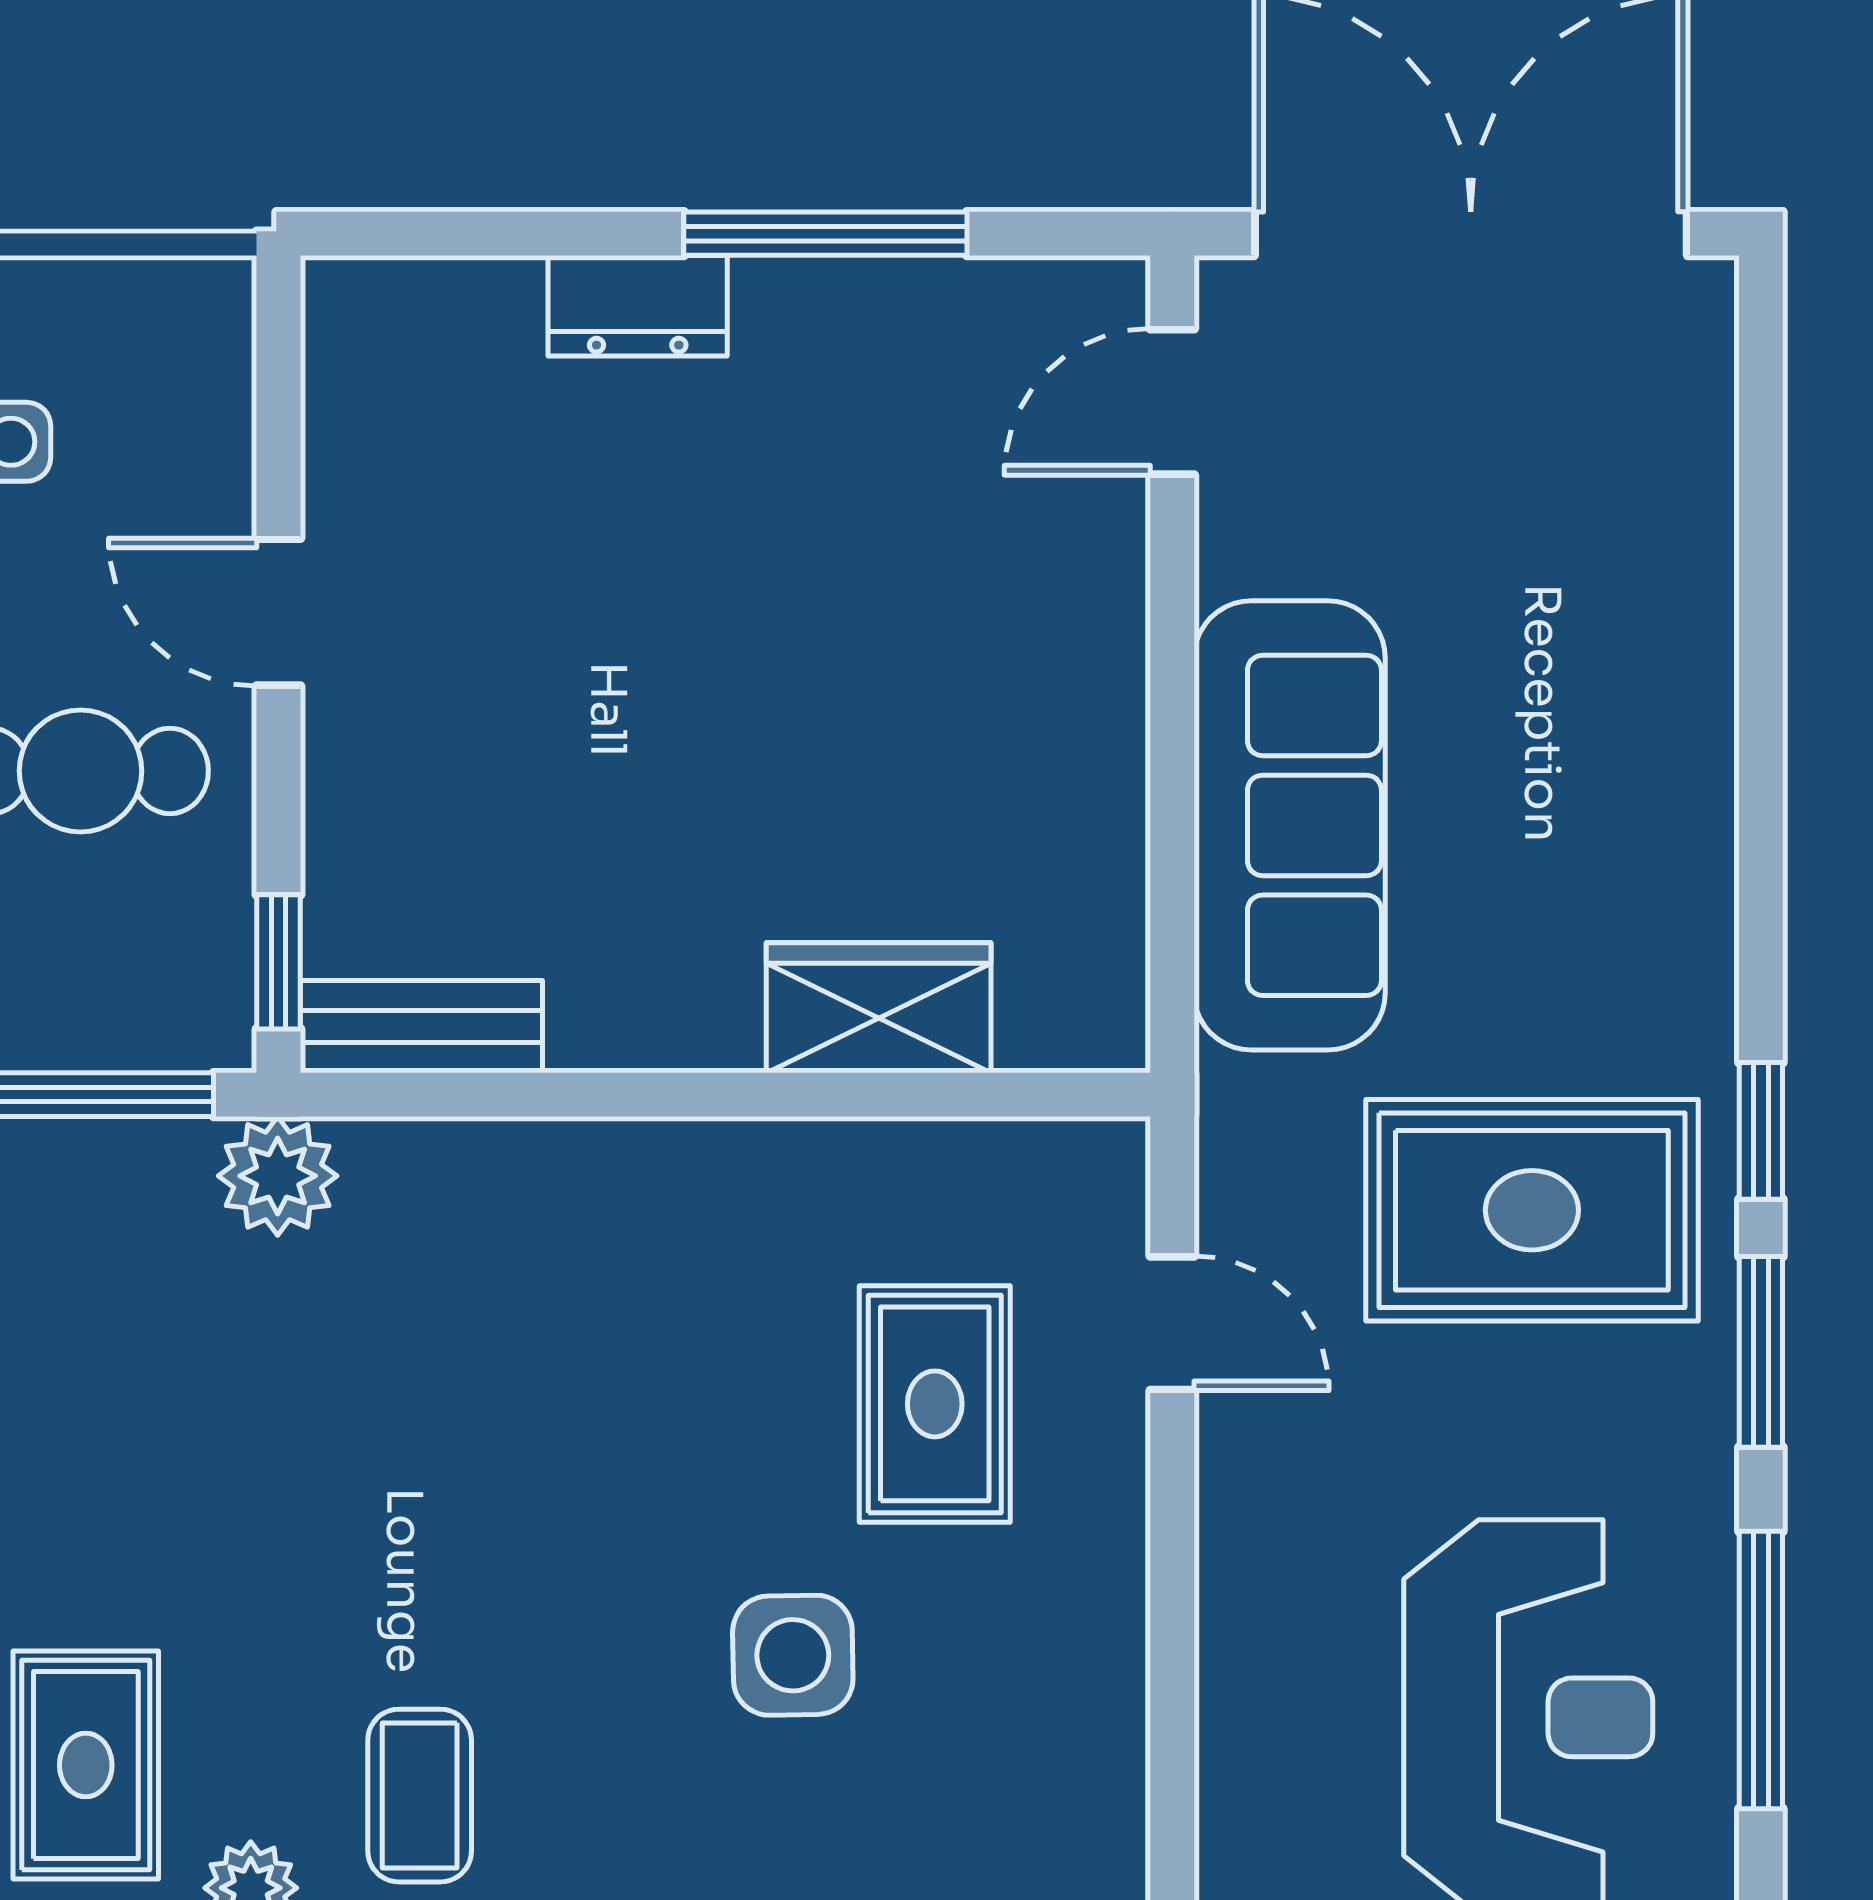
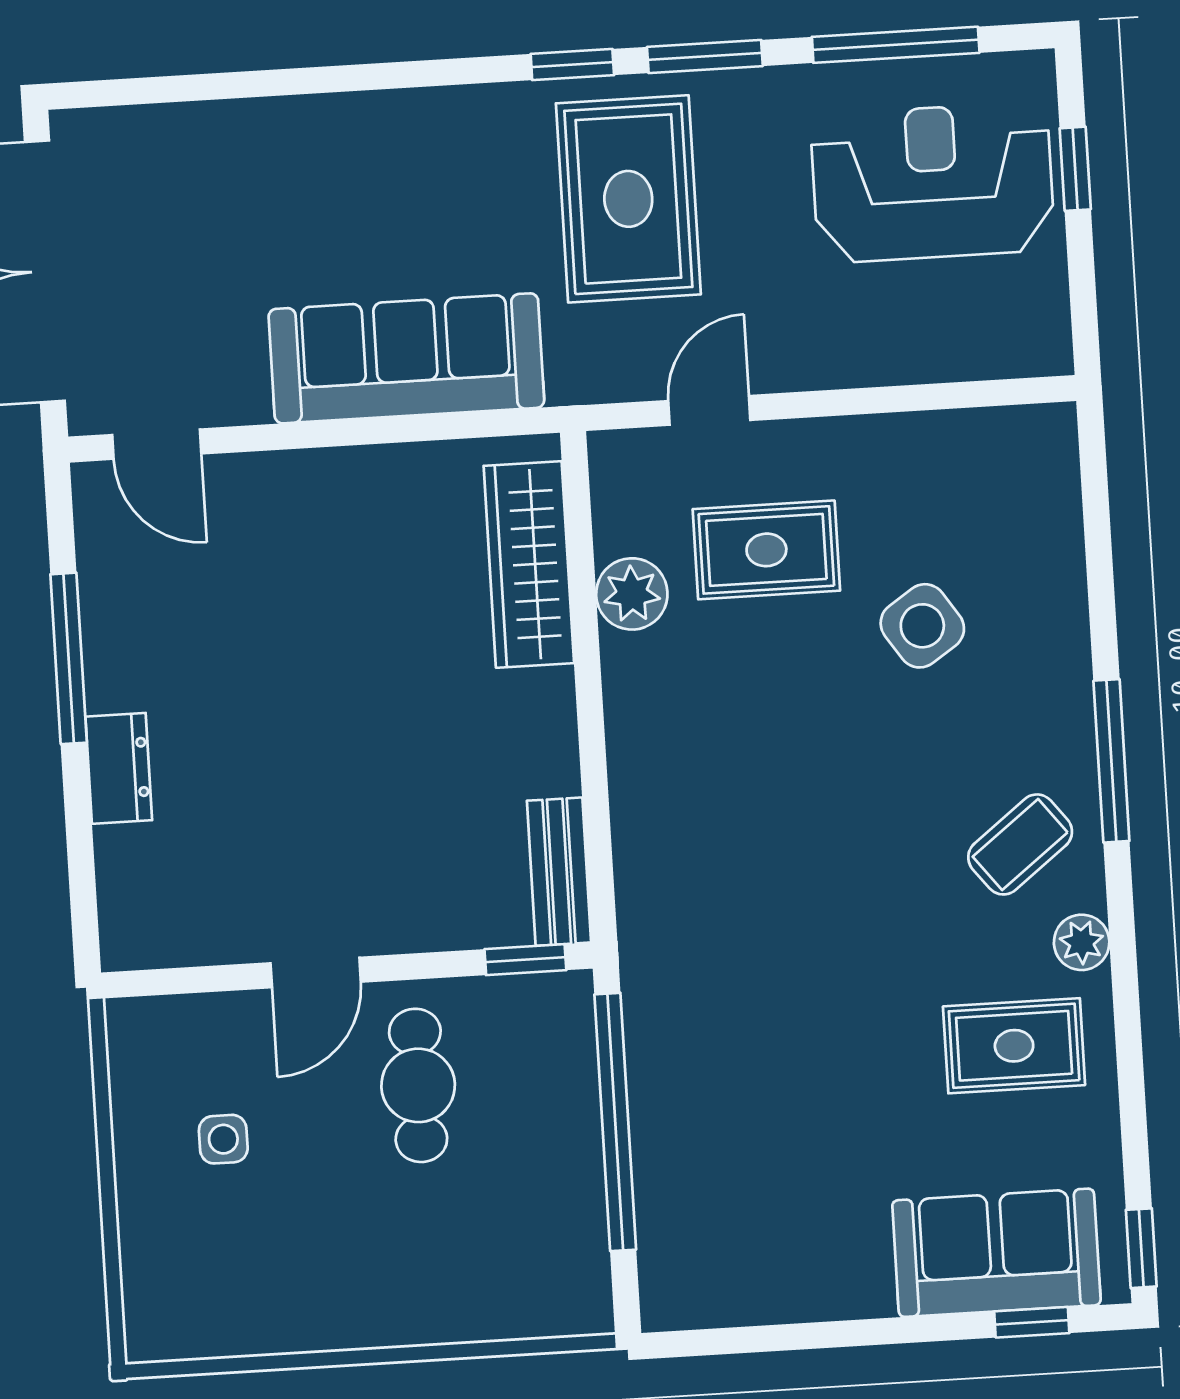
wardrobe: (879, 1008) -> (529, 564), width x1.50
plant: (278, 1176) -> (632, 594), moved
side table: (793, 1655) -> (922, 626), turned -33
coffee table: (420, 1796) -> (1020, 844), turned -38

